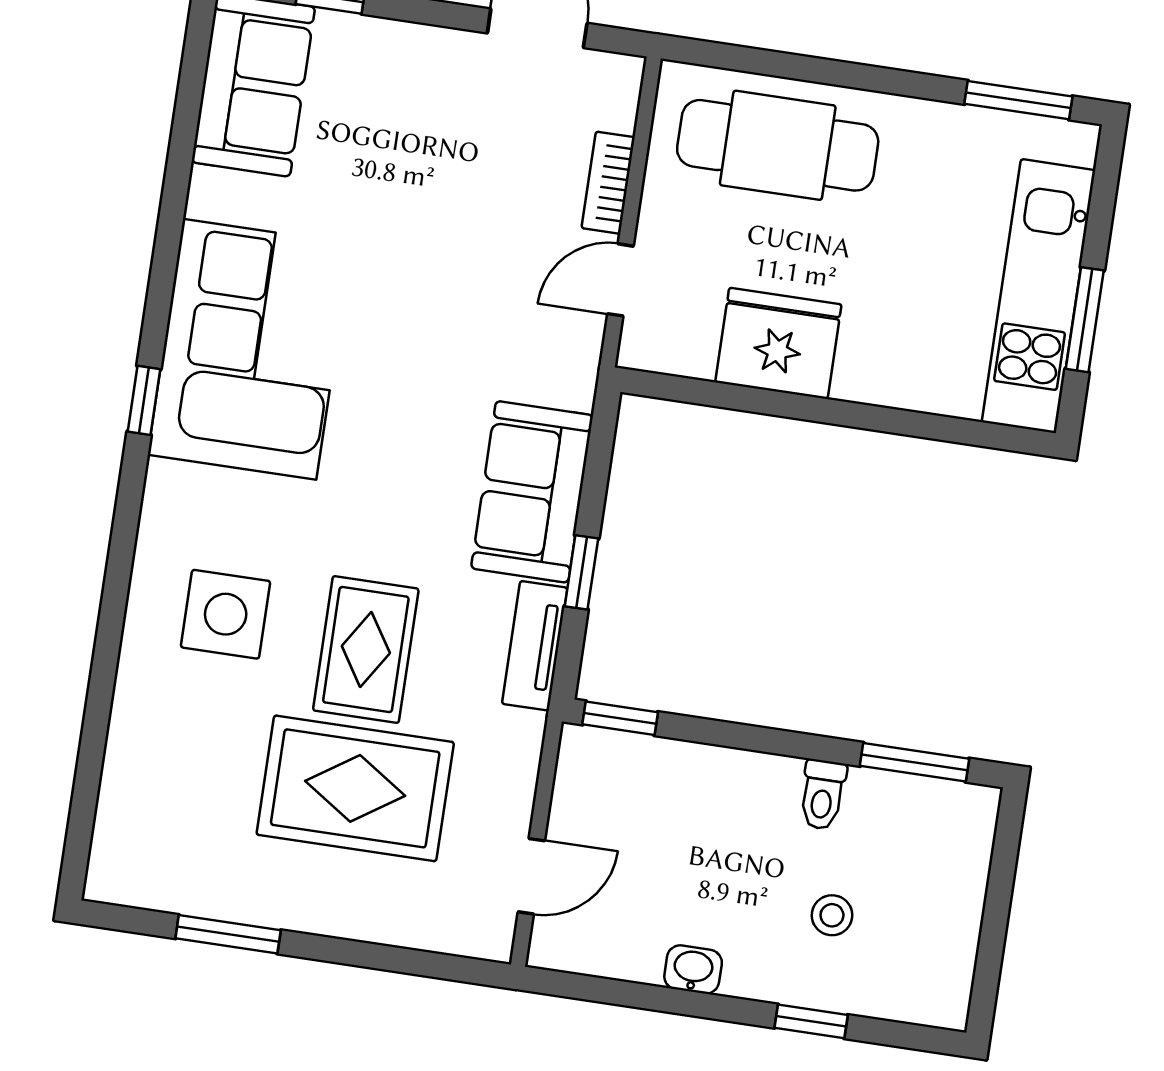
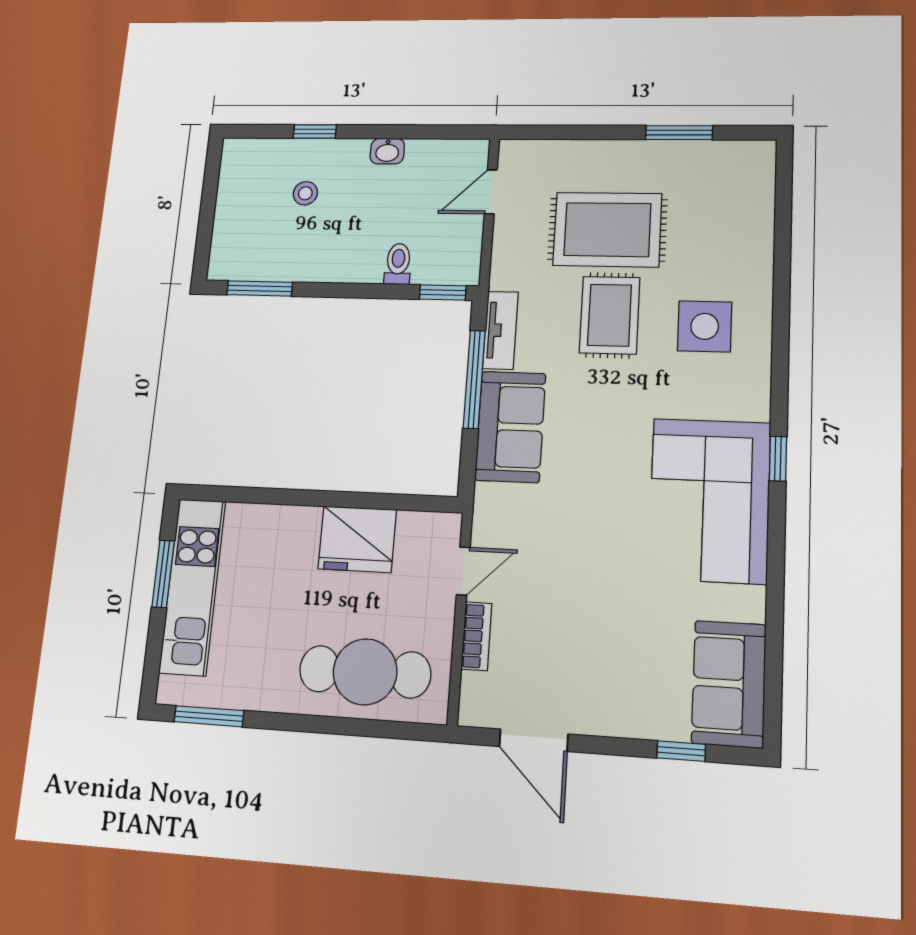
window: (581, 572) -> (474, 379), width x2.17
toilet: (823, 795) -> (398, 264), moved

